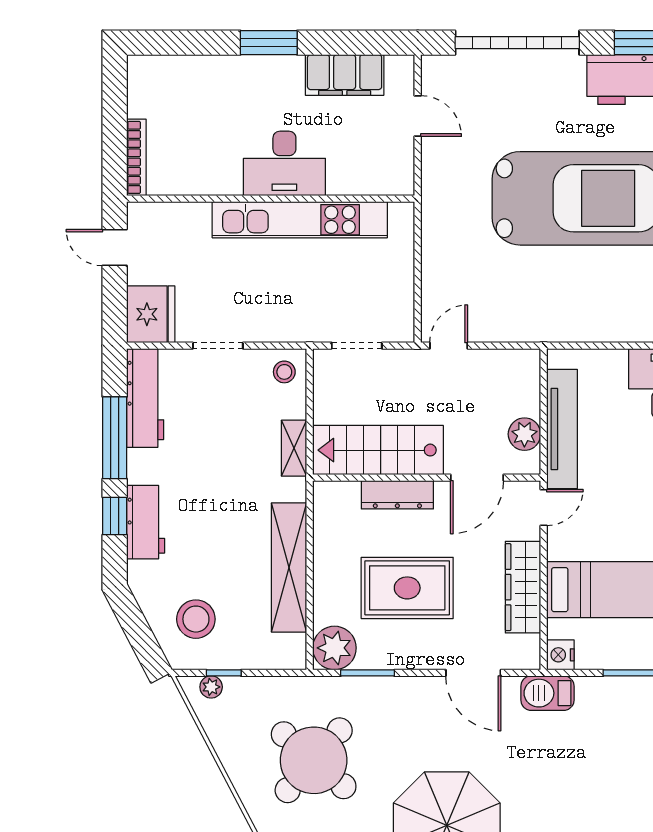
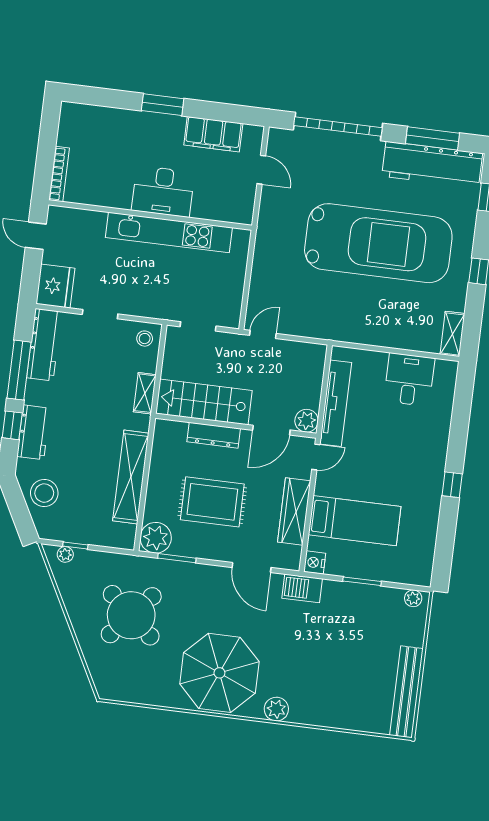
plant: (524, 434) -> (307, 421), moved
stool: (196, 619) -> (44, 493), moved

